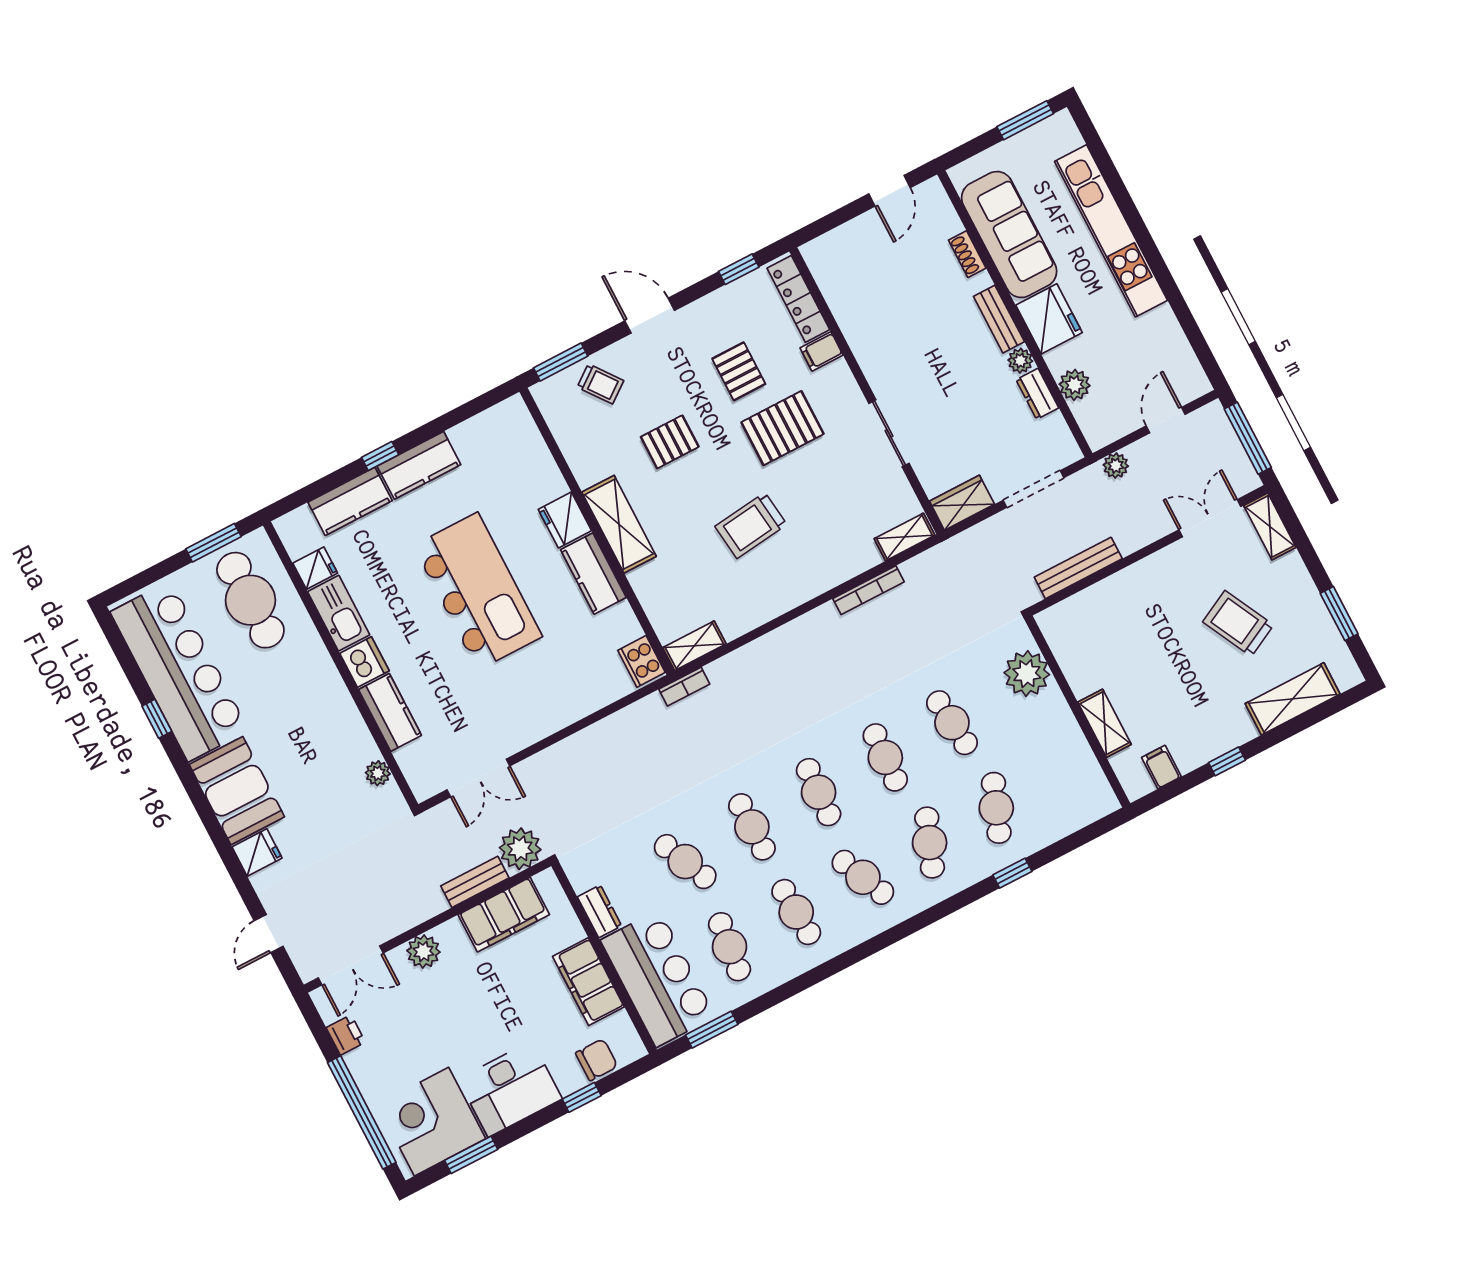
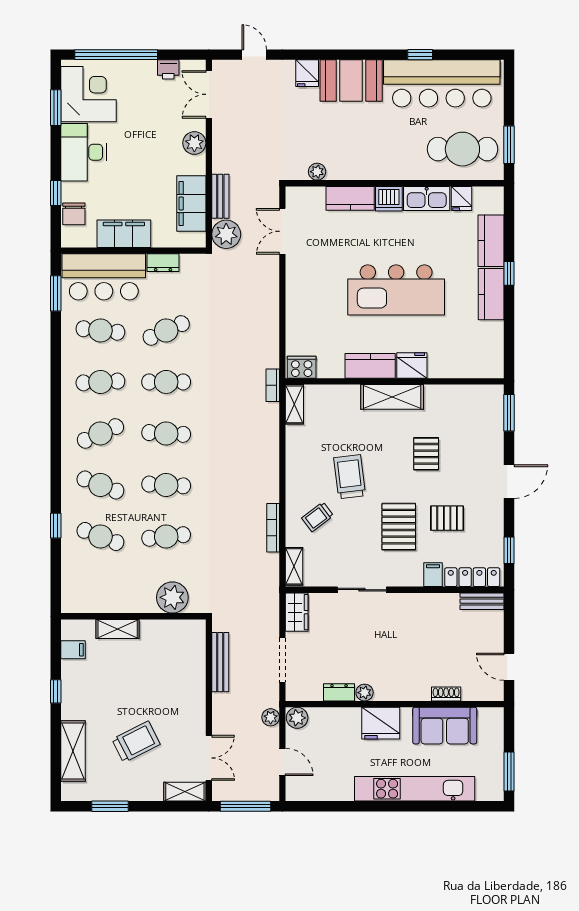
sofa: (1009, 235) -> (445, 726), width x0.73
bench: (999, 319) -> (482, 601), moved
trolley: (600, 384) -> (318, 517), moved
plant: (1075, 385) -> (297, 718), moved

